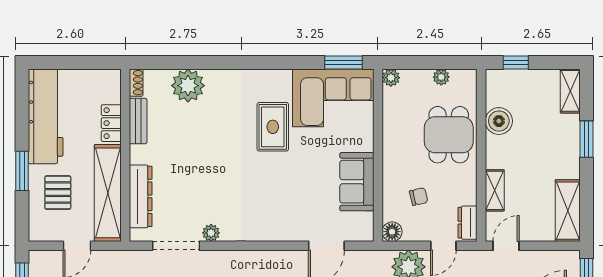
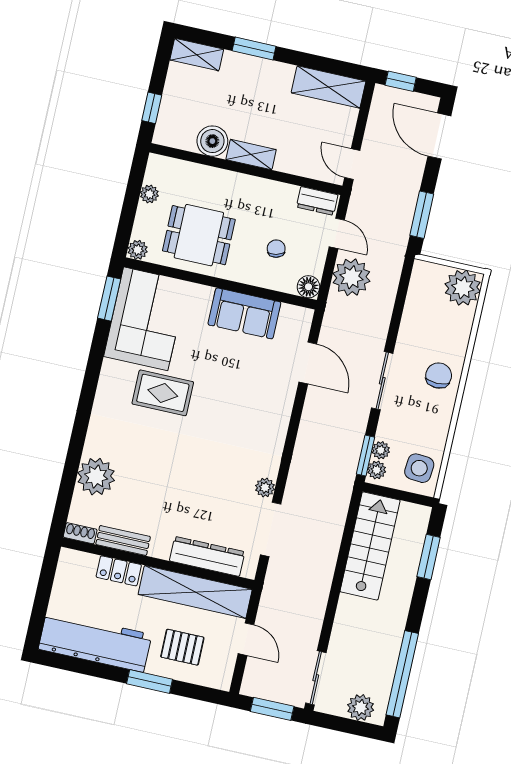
dining table: (449, 135) -> (199, 235), moved
shelving: (495, 190) -> (251, 155), moved

